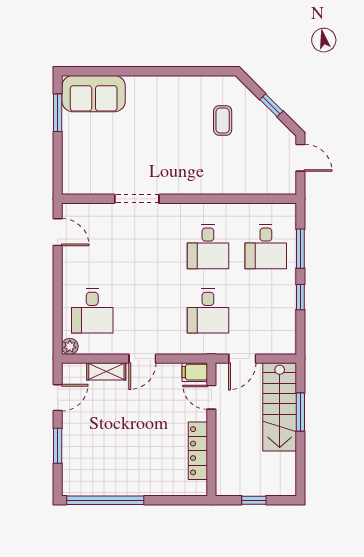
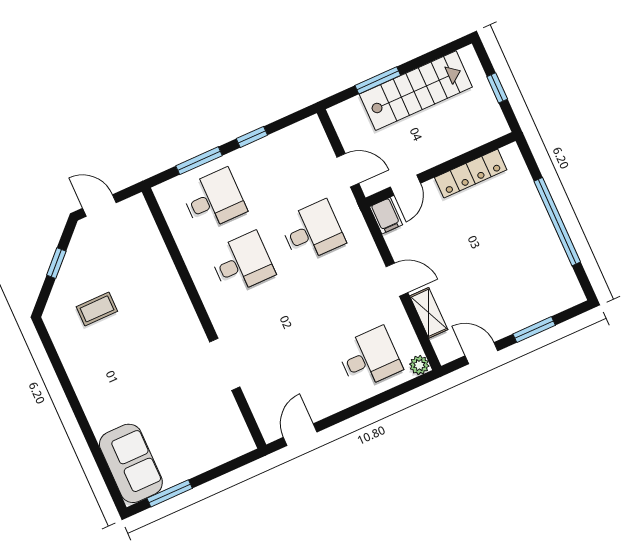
door: (300, 158) -> (99, 205), hinge flipped
stairs: (280, 407) -> (416, 91), moved
window: (105, 500) -> (557, 222), moved

